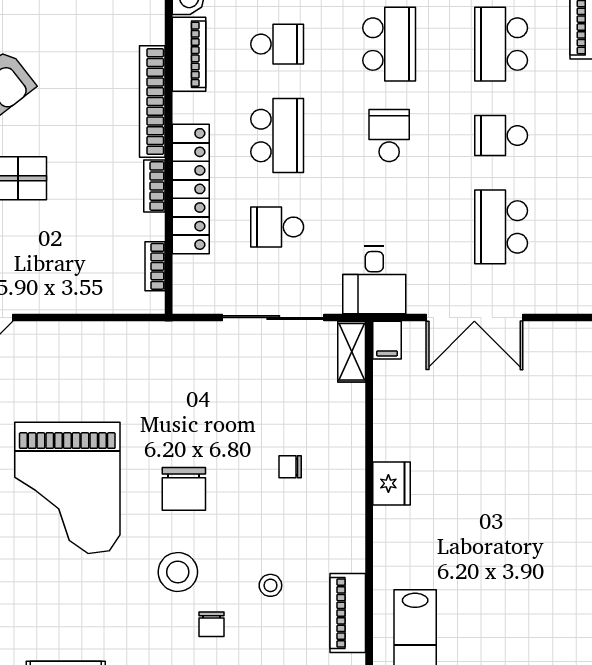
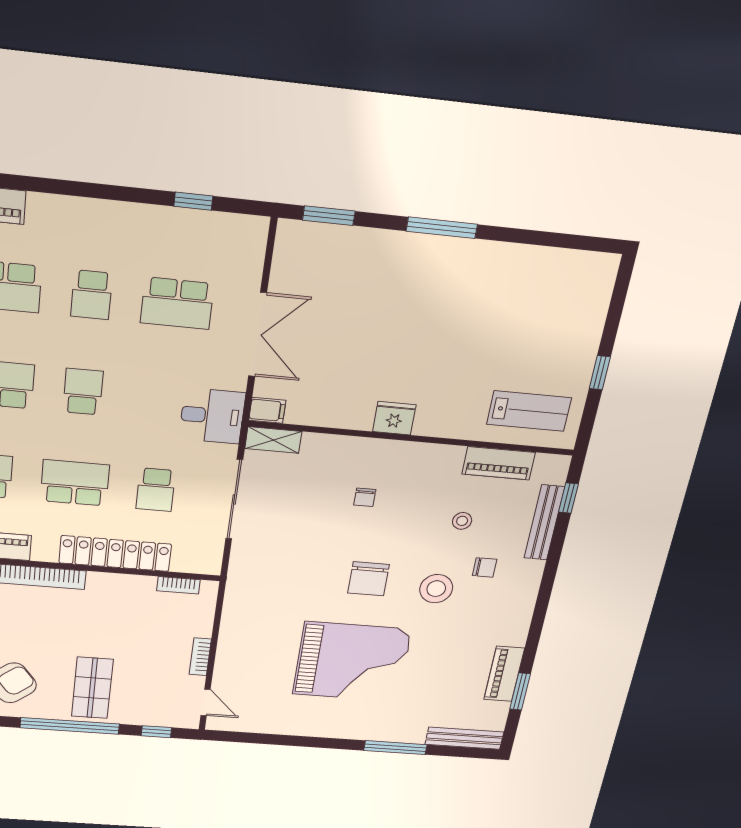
school desk: (389, 136) -> (83, 392), turned 90
bookcase: (154, 186) -> (200, 657), moved, turned 90
chair: (184, 489) -> (368, 579), turned 90

